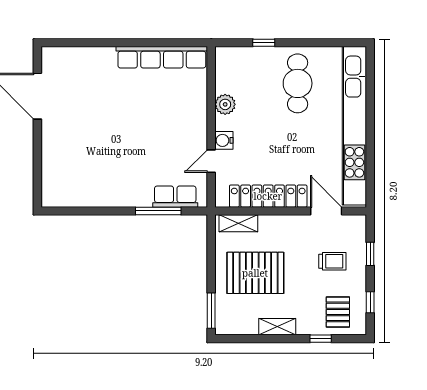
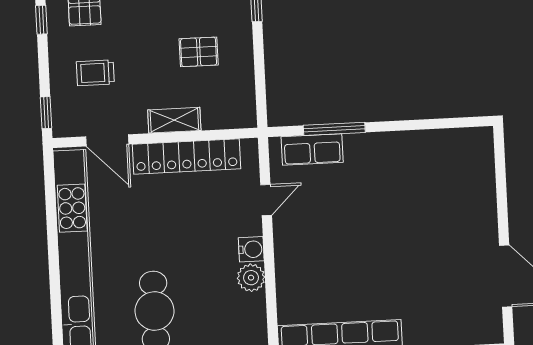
water cooler: (224, 140) -> (251, 249), moved
shelving: (238, 223) -> (174, 120), moved
window: (370, 254) -> (46, 113), moved
pallet: (255, 273) -> (199, 52), width x0.49, depth x0.50

